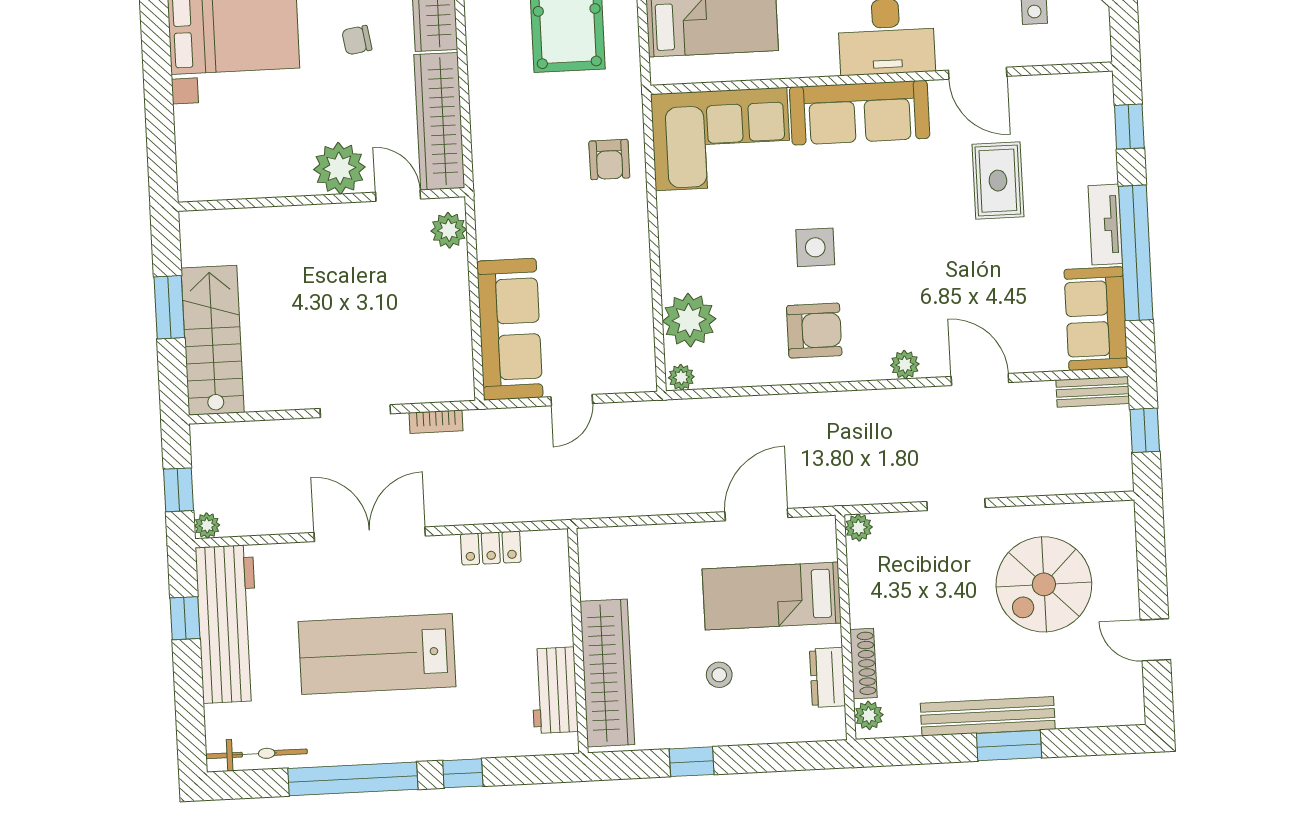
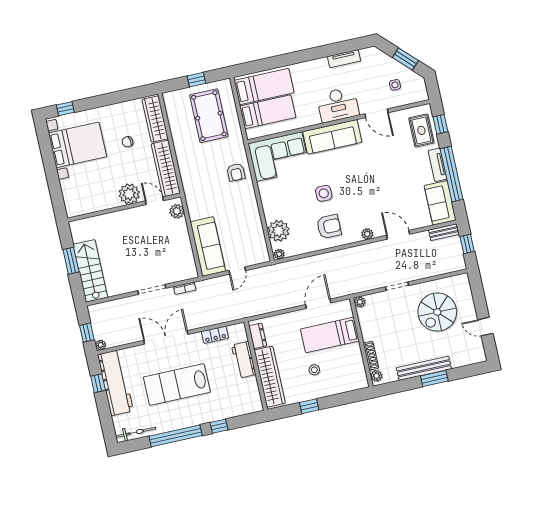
rug: (998, 181) -> (421, 130), moved
dresser: (827, 677) -> (258, 336), moved, turned 180
workbench: (554, 690) -> (244, 360), moved

